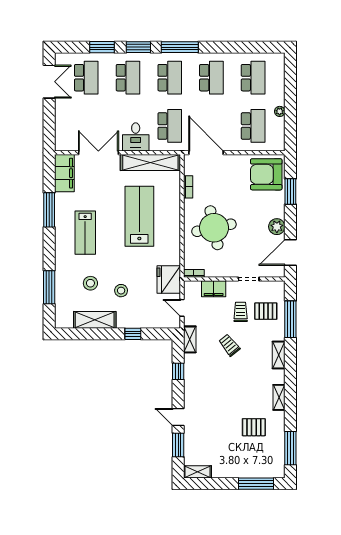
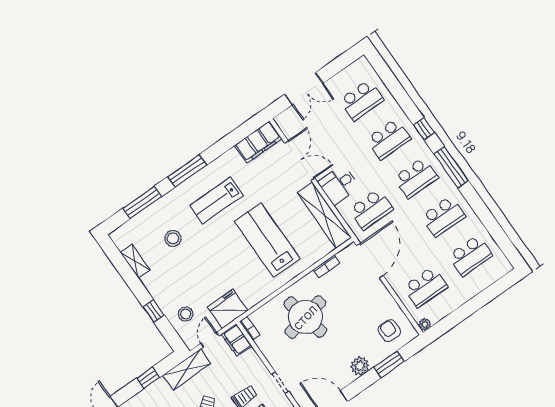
window: (102, 47) -> (400, 95), removed
window: (138, 47) -> (424, 129), width x0.67
double door: (49, 82) -> (304, 89), moved
plant: (280, 111) -> (425, 324), moved
armchair: (266, 174) -> (389, 331), width x0.53, depth x0.53
window: (49, 210) -> (187, 171), moved
lab bench: (139, 216) -> (267, 240), turned -90
plant: (277, 227) -> (360, 366), moved
filing cabinet: (214, 289) -> (237, 340), moved
stool: (121, 291) -> (186, 314), moved
shelving: (95, 320) -> (135, 261), width x0.67, depth x0.75
shelving: (190, 339) -> (187, 369), width x1.50, depth x1.33

